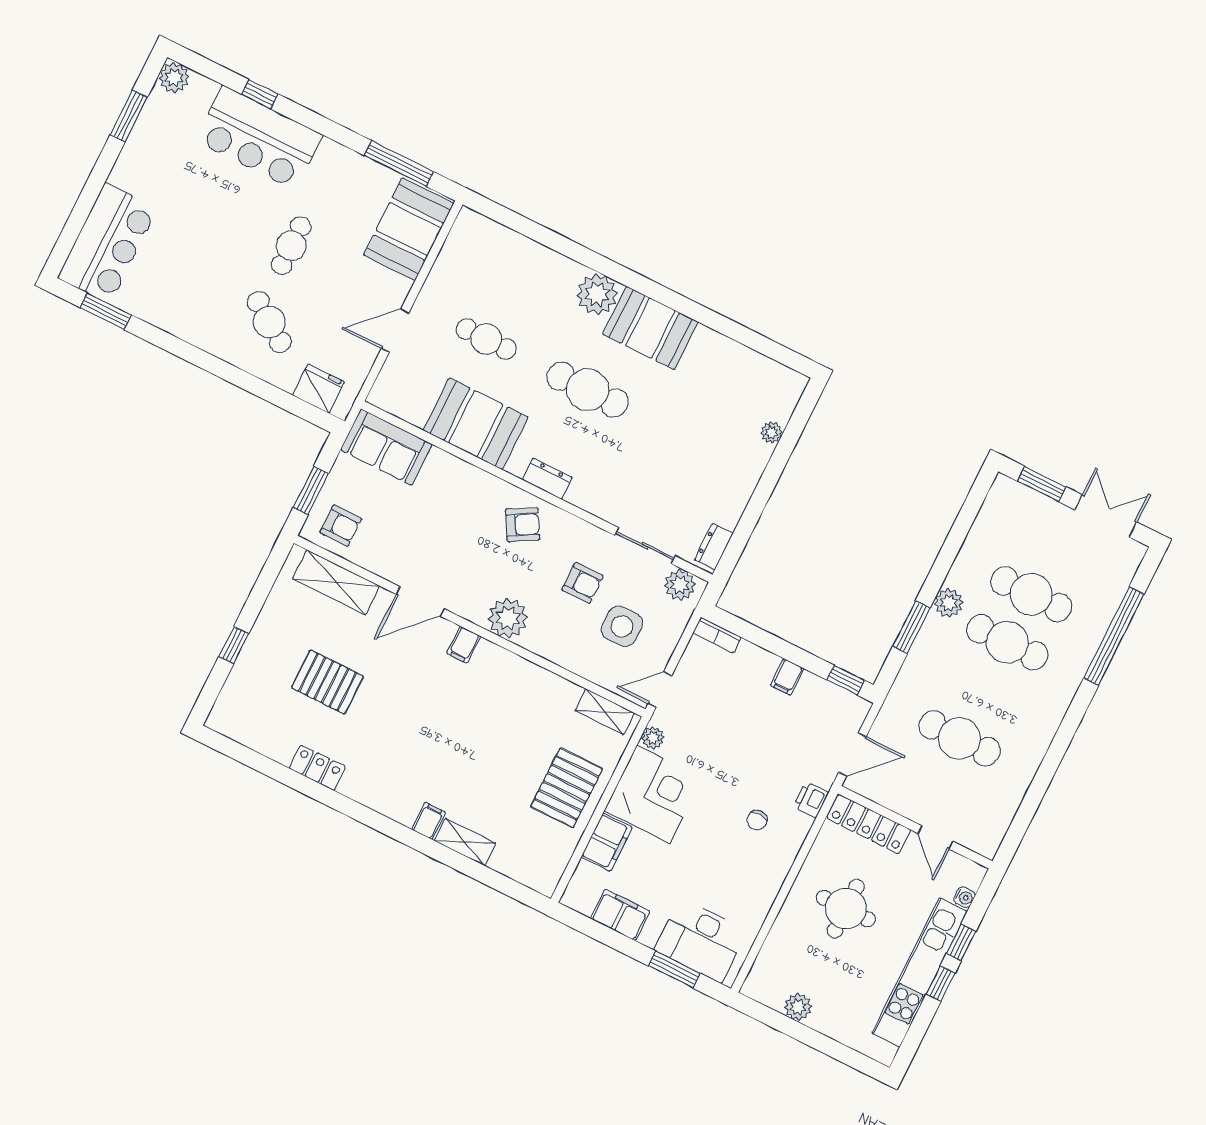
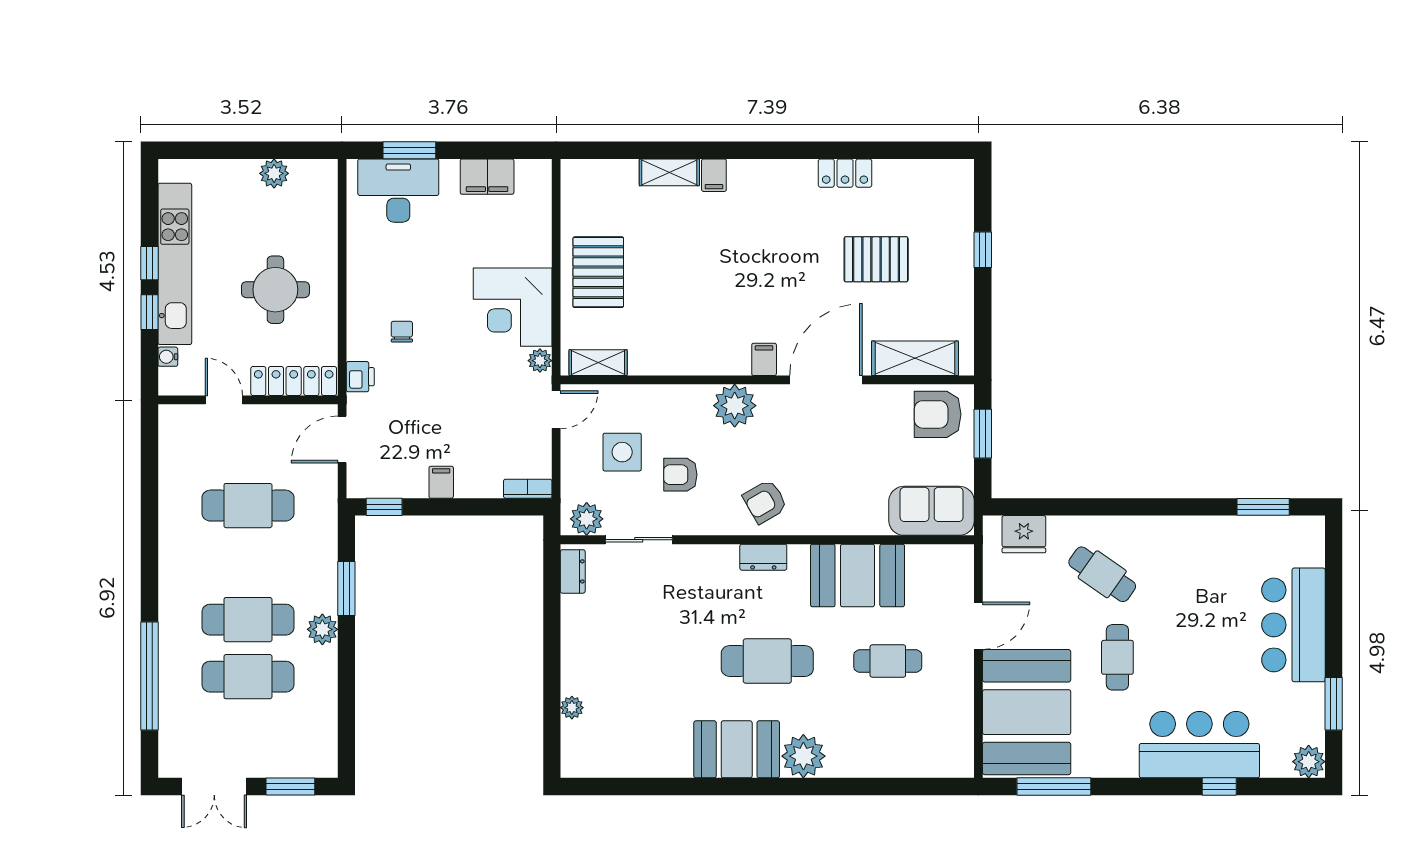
booth: (409, 229) -> (1027, 712), width x1.36, depth x1.42
bar counter: (108, 243) -> (1293, 625), moved
armchair: (341, 526) -> (938, 414), width x1.38, depth x1.38
door: (420, 601) -> (826, 380), width x1.36
filing cabinet: (607, 842) -> (534, 239), removed

